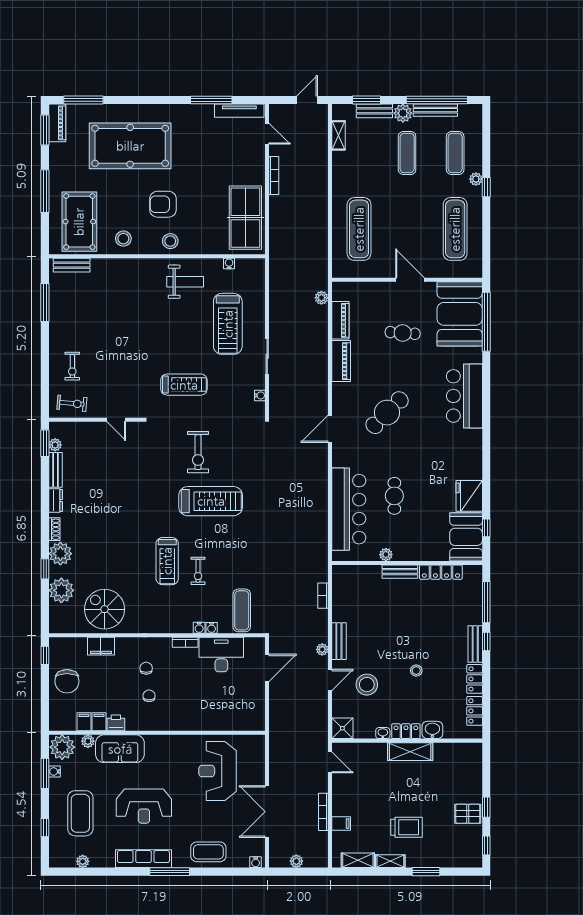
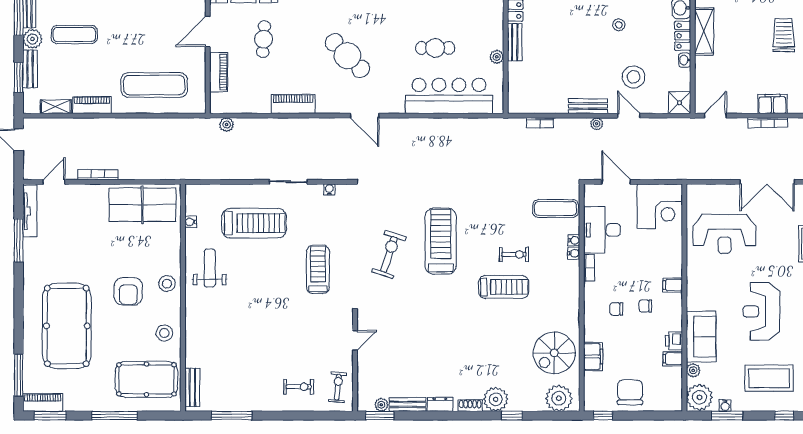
piano: (340, 170) -> (92, 105), added
piano: (340, 320) -> (219, 72), moved, turned 90
exercise bike: (198, 452) -> (389, 254), turned -72
plant: (61, 590) -> (559, 398), moved
chair: (67, 681) -> (630, 392), turned -90
corner desk: (244, 709) -> (660, 206), added
filing cabinet: (84, 722) -> (673, 285), moved
reception desk: (144, 806) -> (761, 311), turned 180
filing cabinet: (341, 824) -> (772, 104), width x2.00

